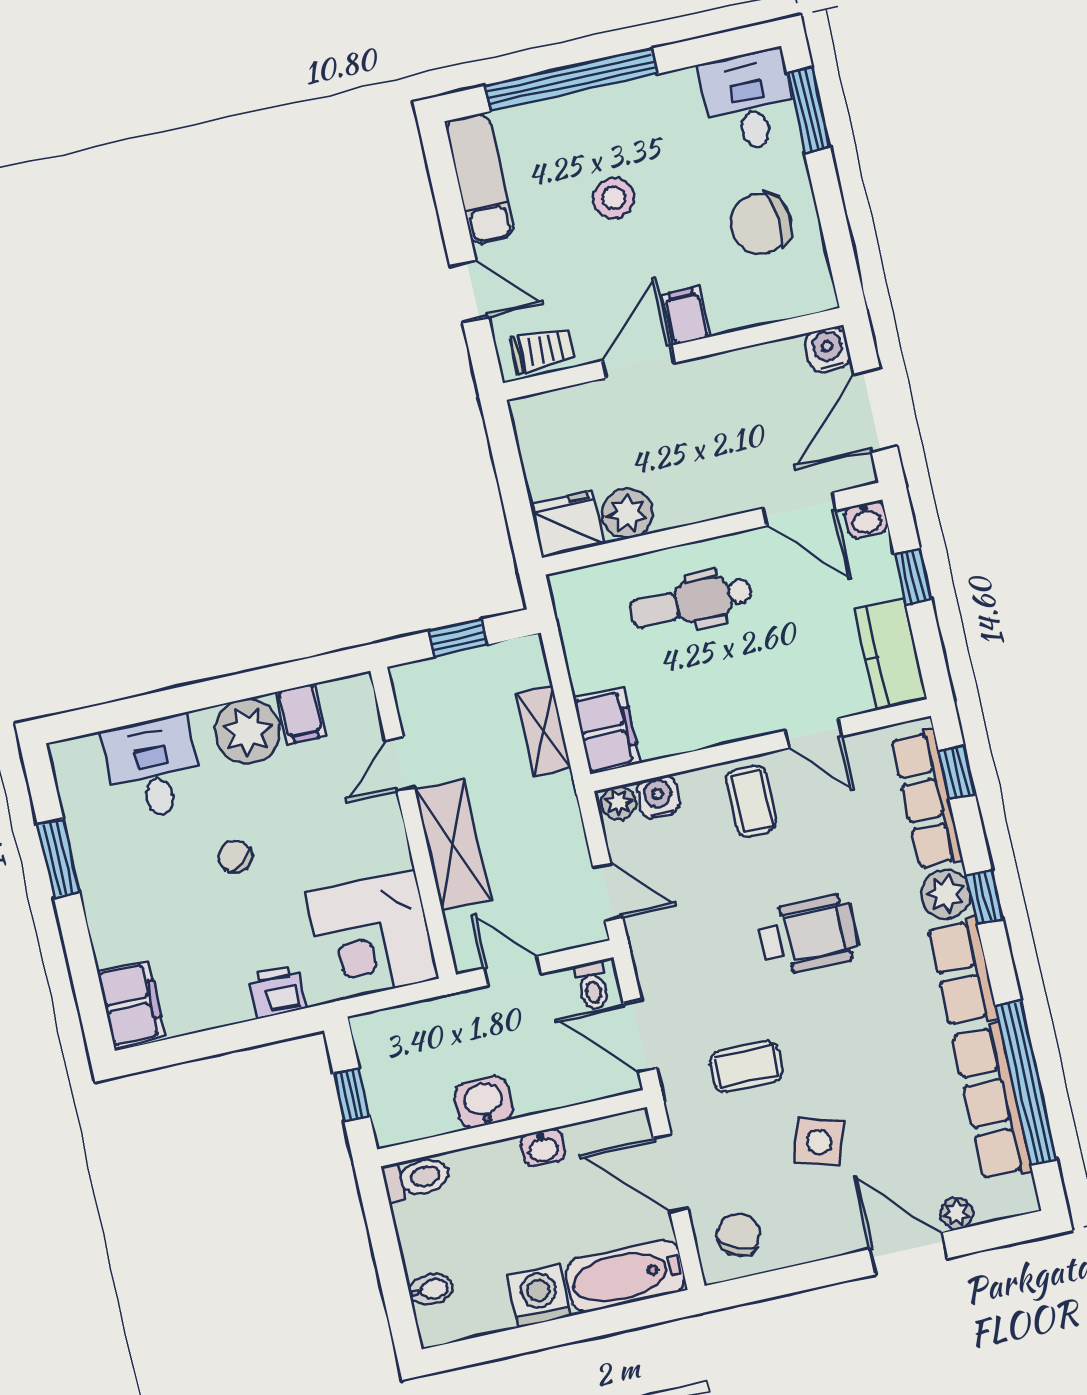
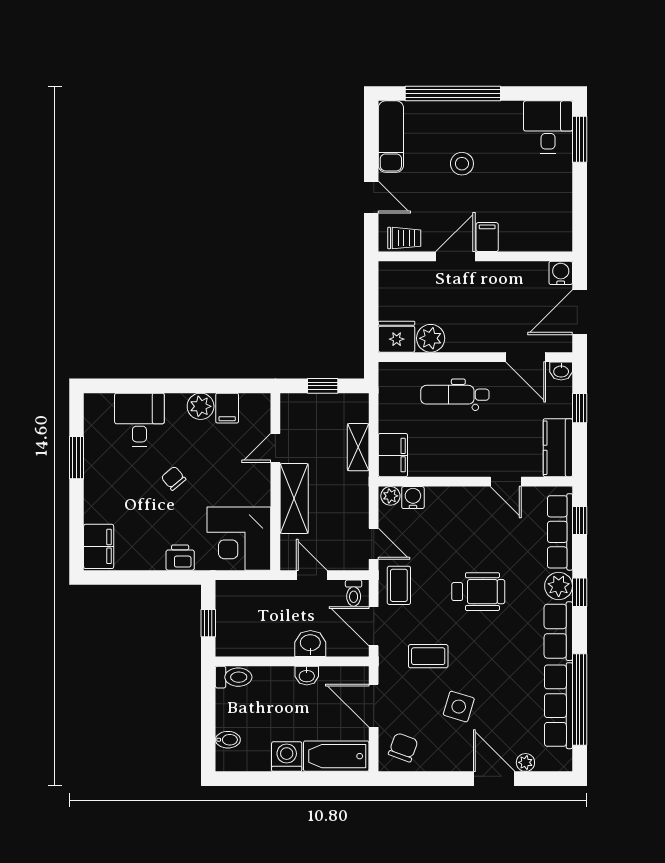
chair: (761, 224) -> (540, 196), removed
plant: (247, 731) -> (201, 406), width x0.73, depth x0.73
coffee table: (752, 801) -> (399, 585), moved
washbasin: (484, 1102) -> (310, 643), moved

